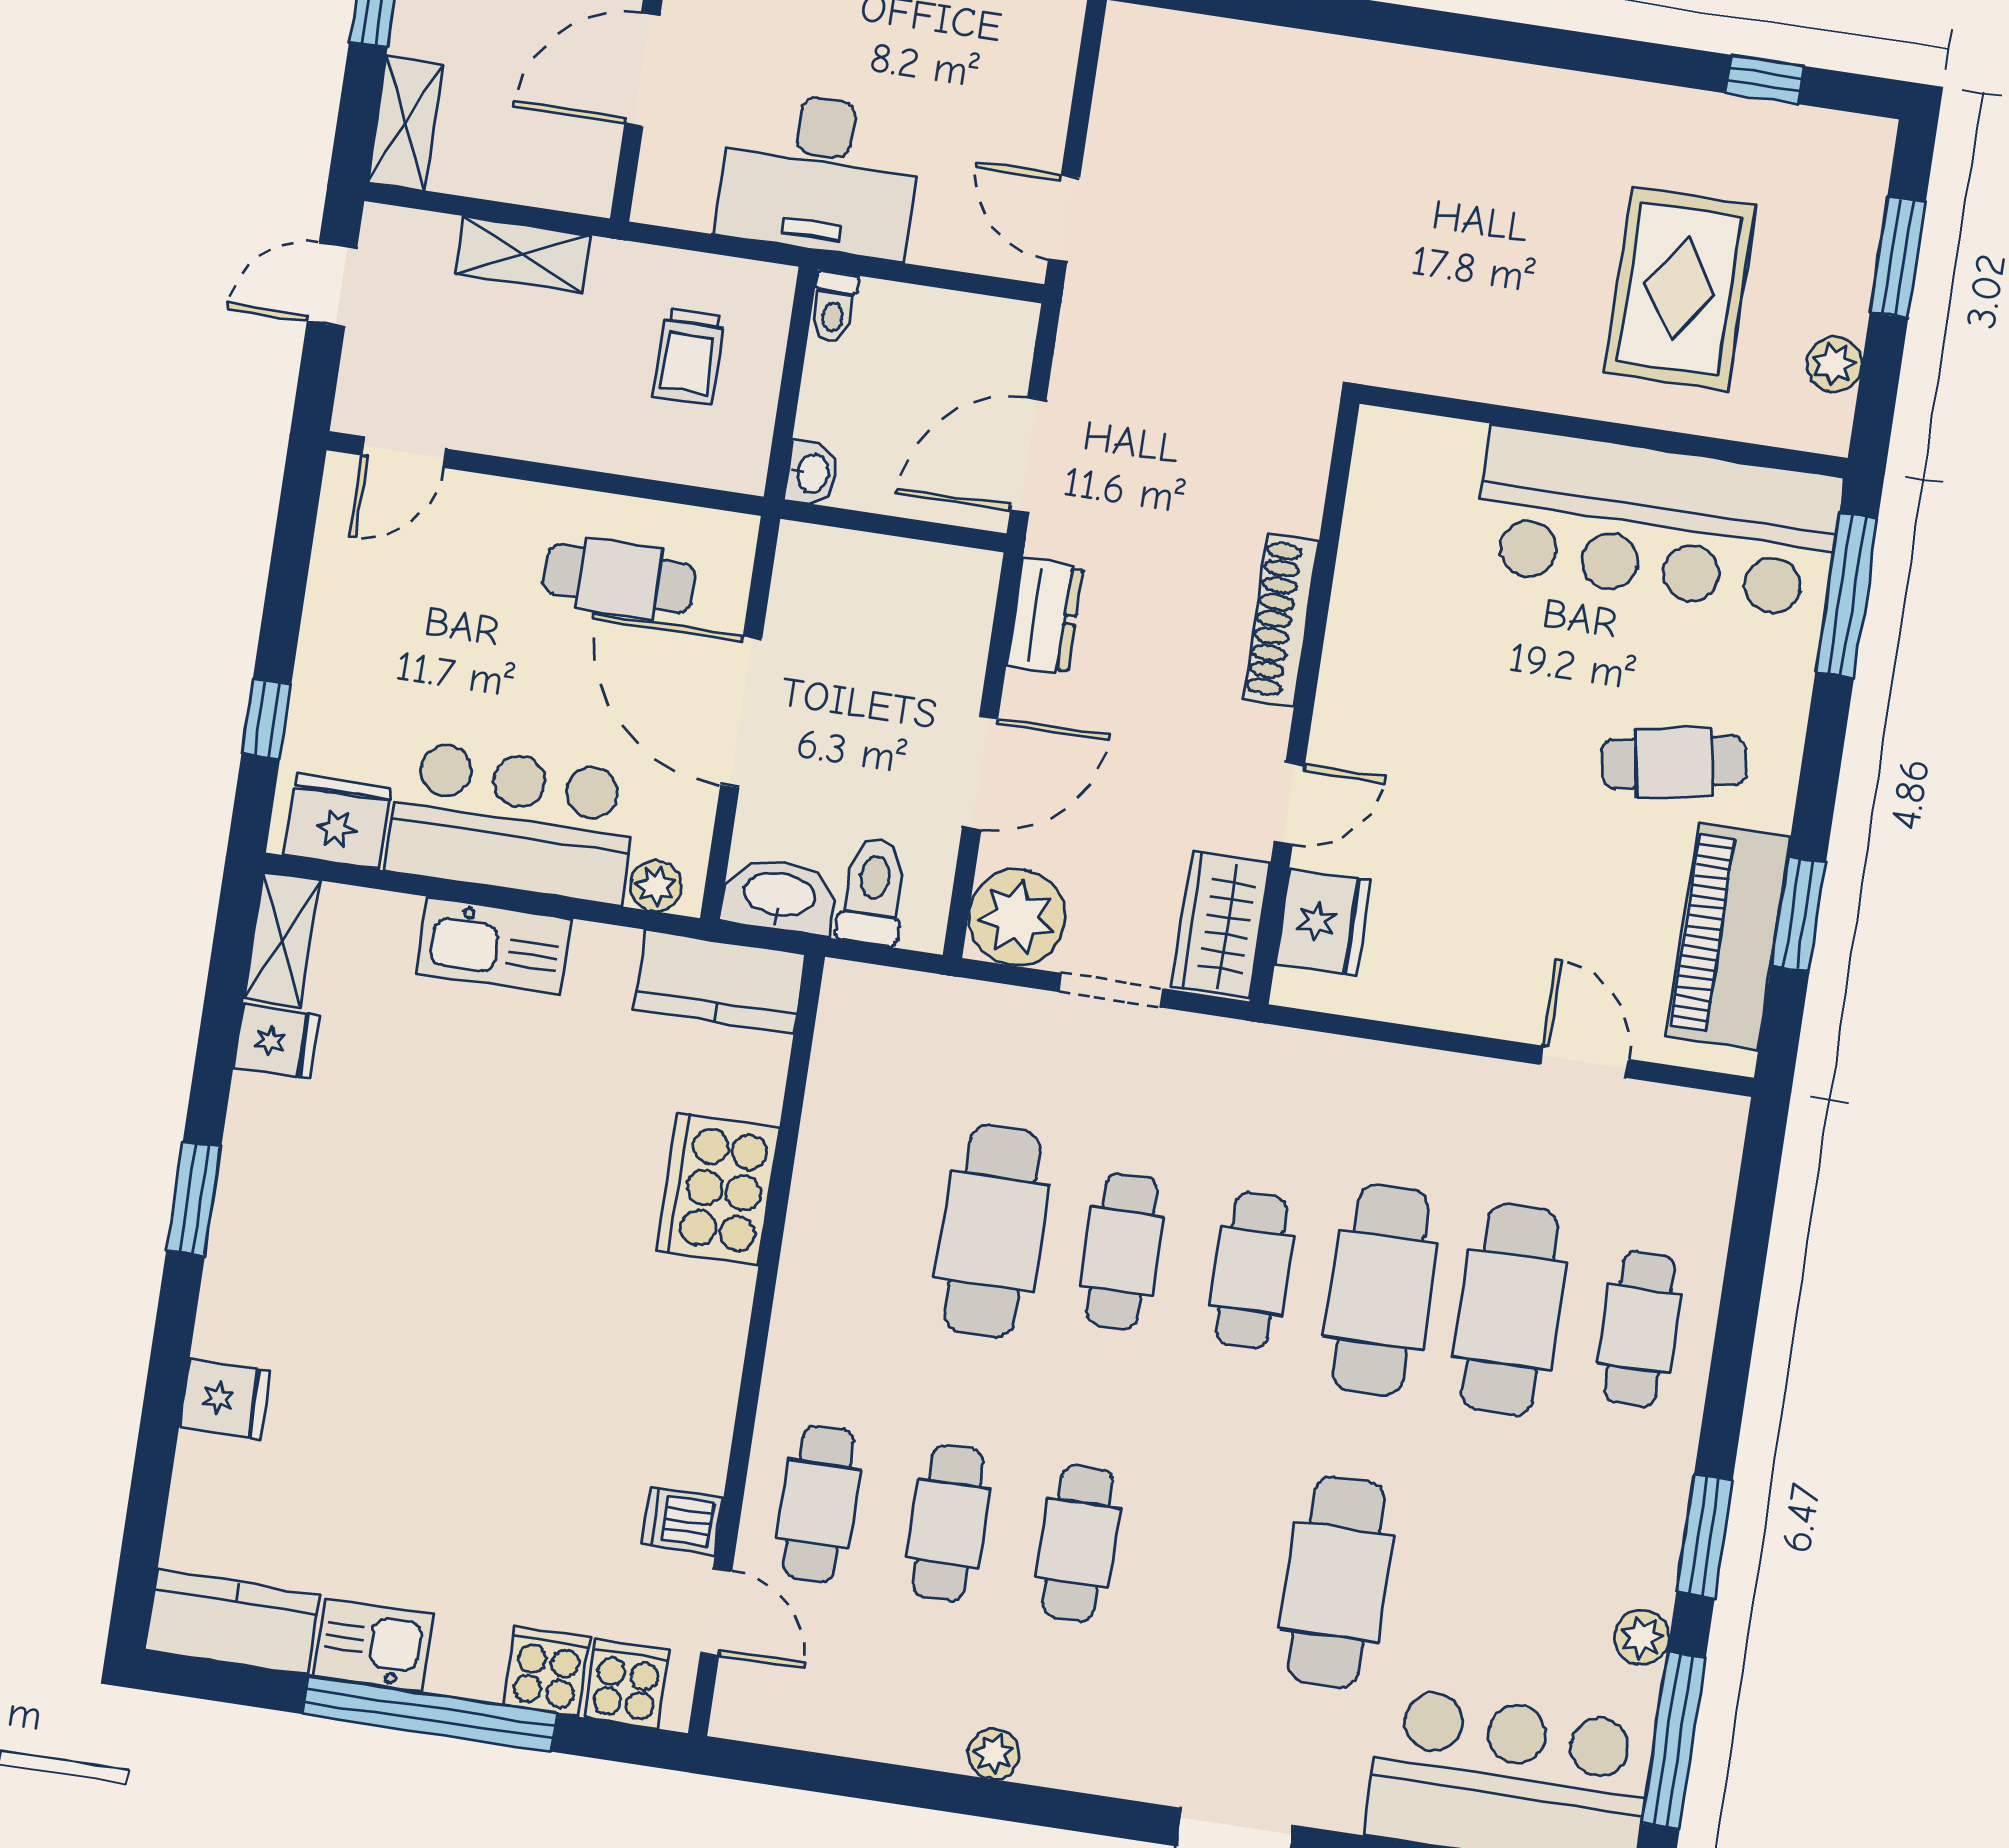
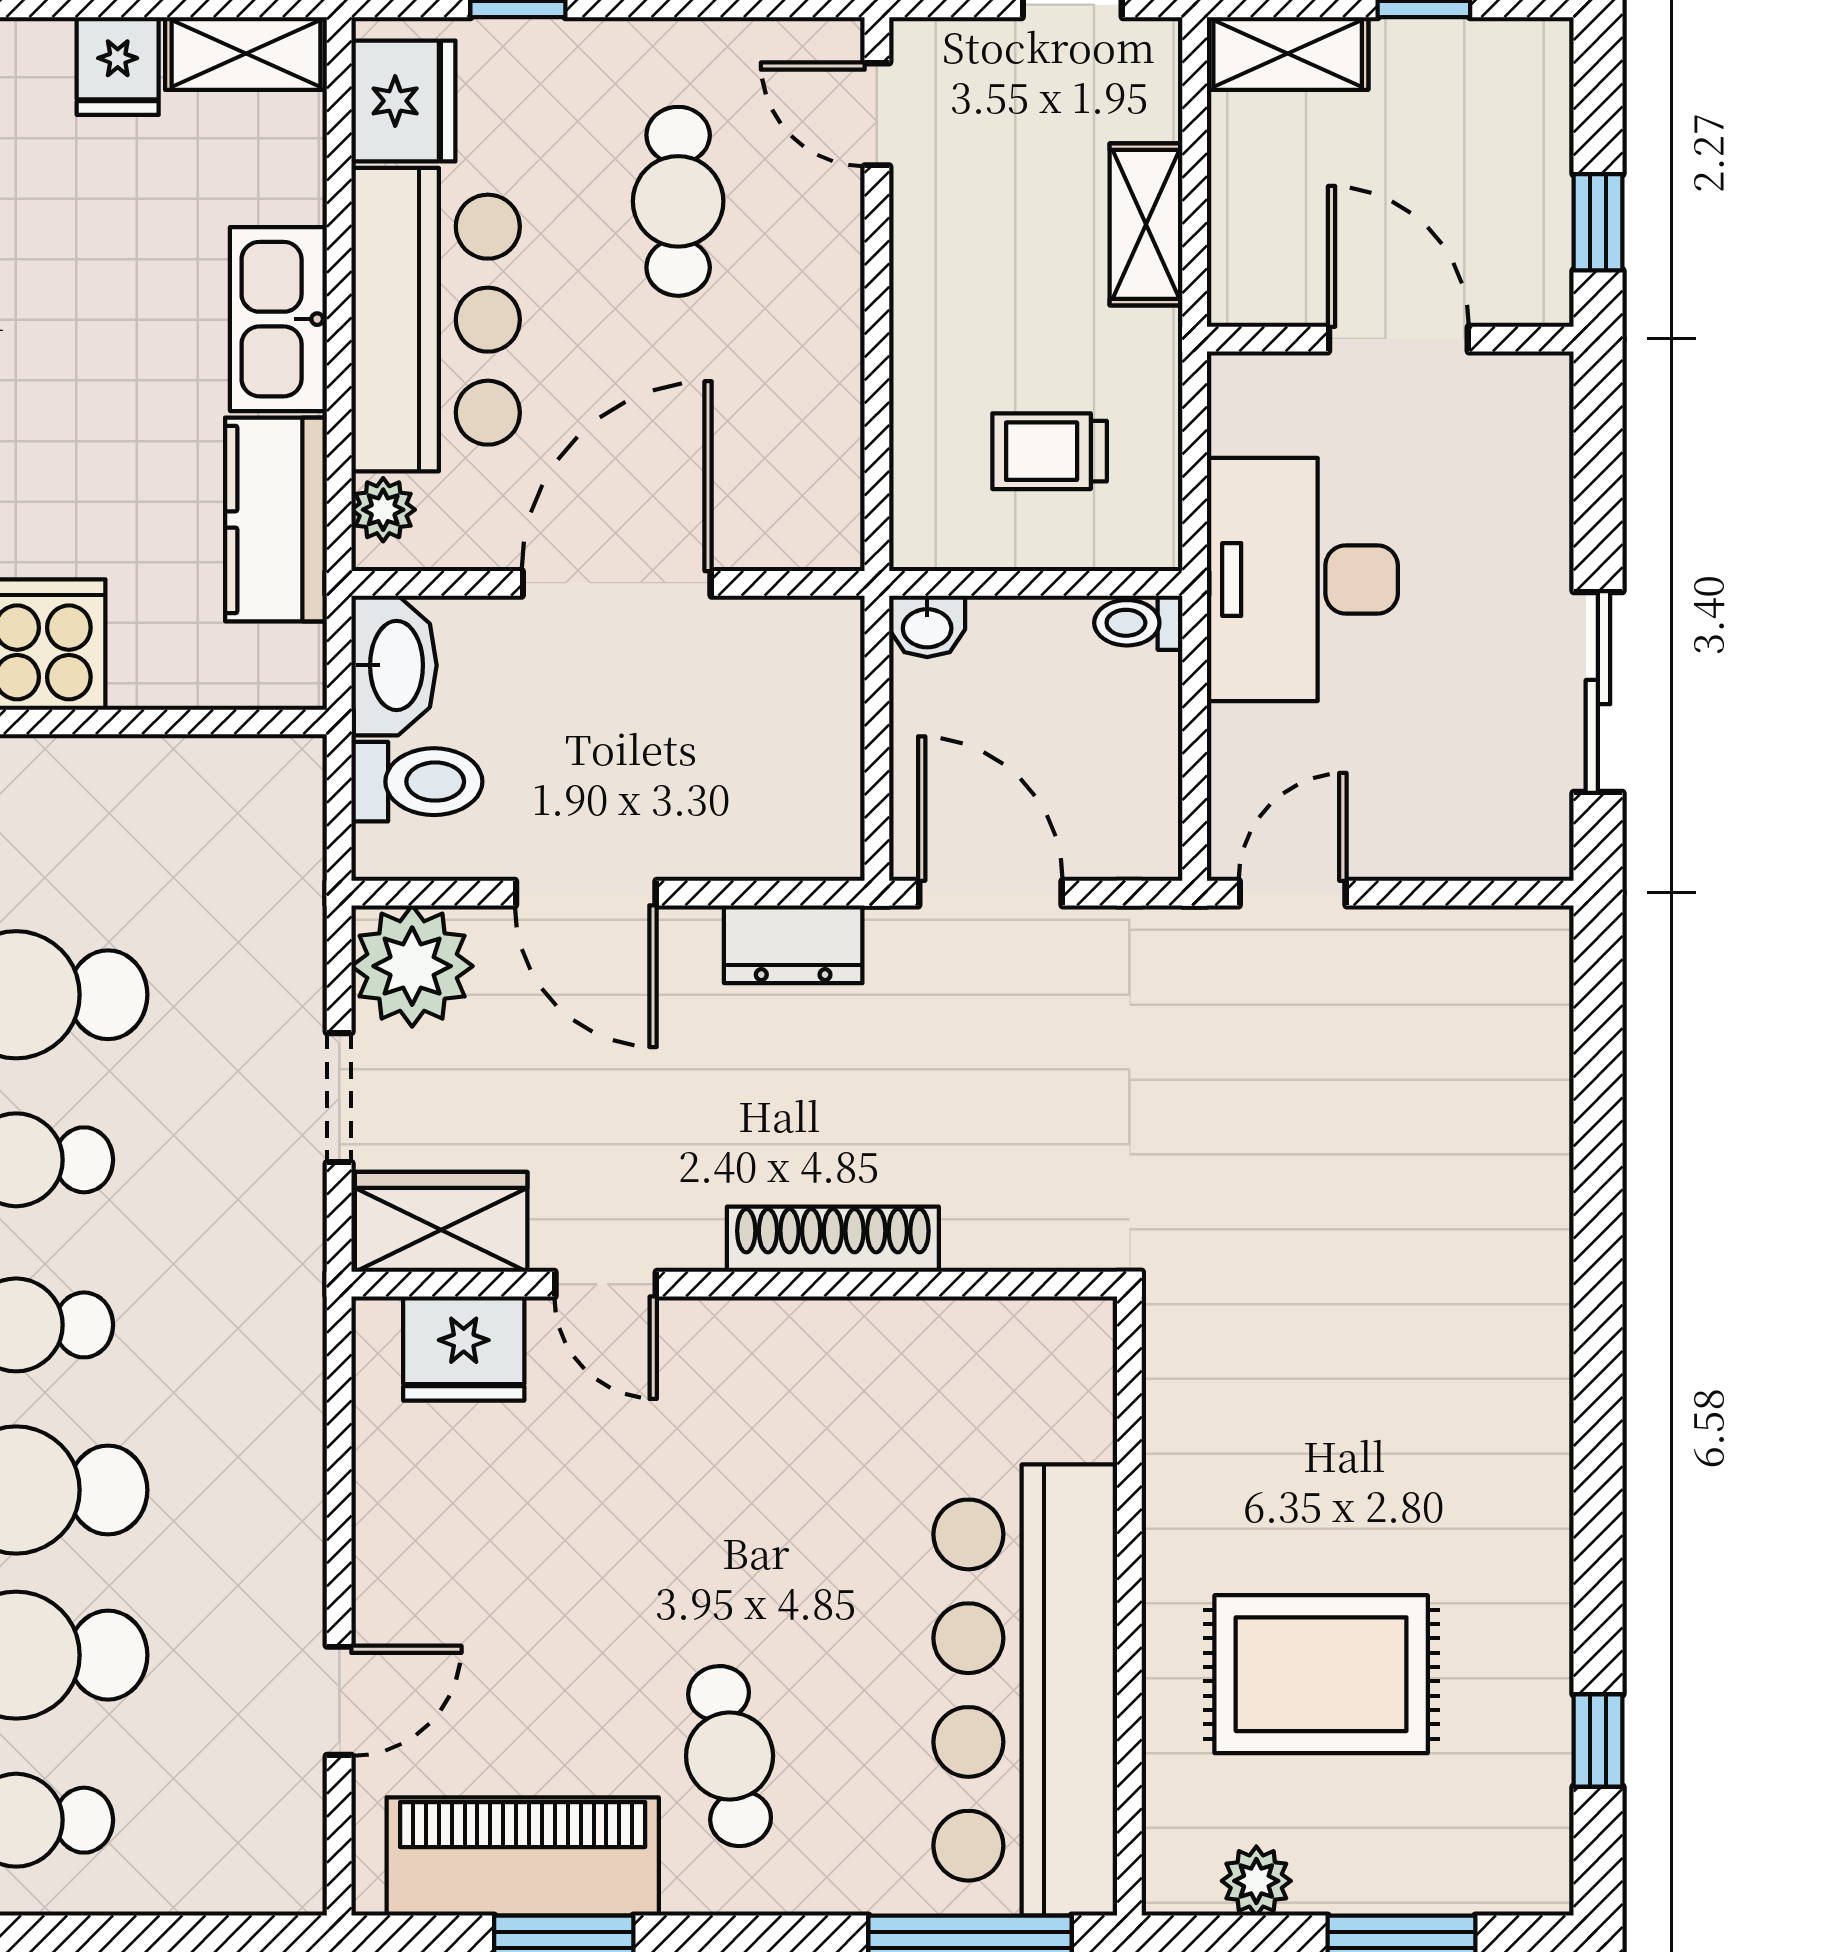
cafe table: (620, 579) -> (678, 201), moved
kitchen counter: (720, 982) -> (276, 519), moved

